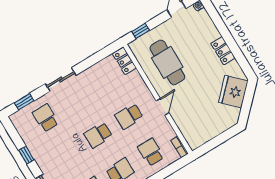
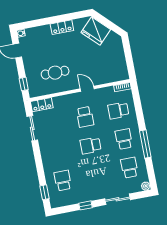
cafe table: (167, 62) -> (55, 73), width x0.73, depth x0.74
sliding door: (61, 79) -> (32, 128), moved
school desk: (45, 118) -> (63, 180), turned 90
school desk: (98, 135) -> (91, 145), turned 90

